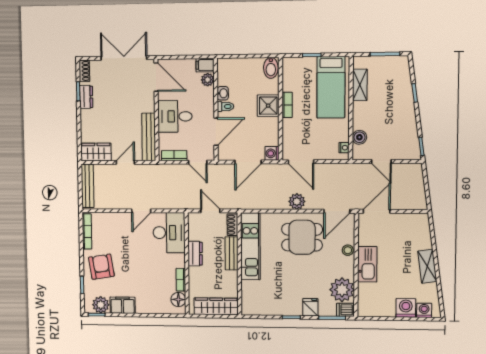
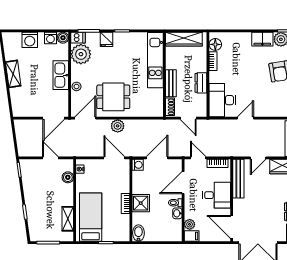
kitchen unit: (250, 246) -> (155, 60), moved
boiler: (364, 310) -> (63, 38), added
washing machine: (424, 310) -> (50, 38), moved

